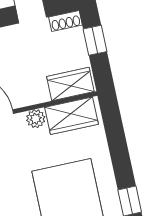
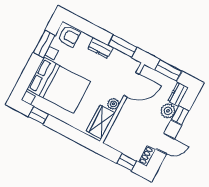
wardrobe: (70, 84) -> (116, 134), removed

